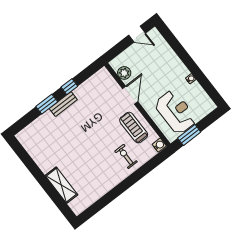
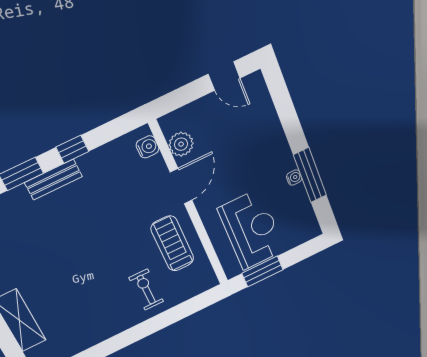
window: (199, 76) -> (310, 175), added
water cooler: (159, 145) -> (147, 147), moved

